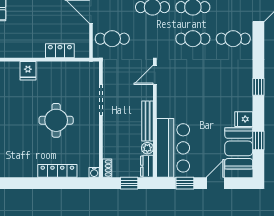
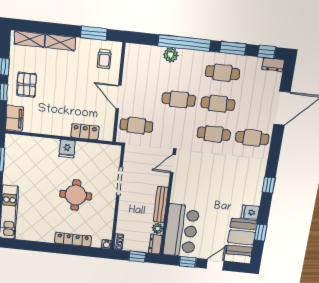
fridge: (28, 71) -> (67, 149), moved

